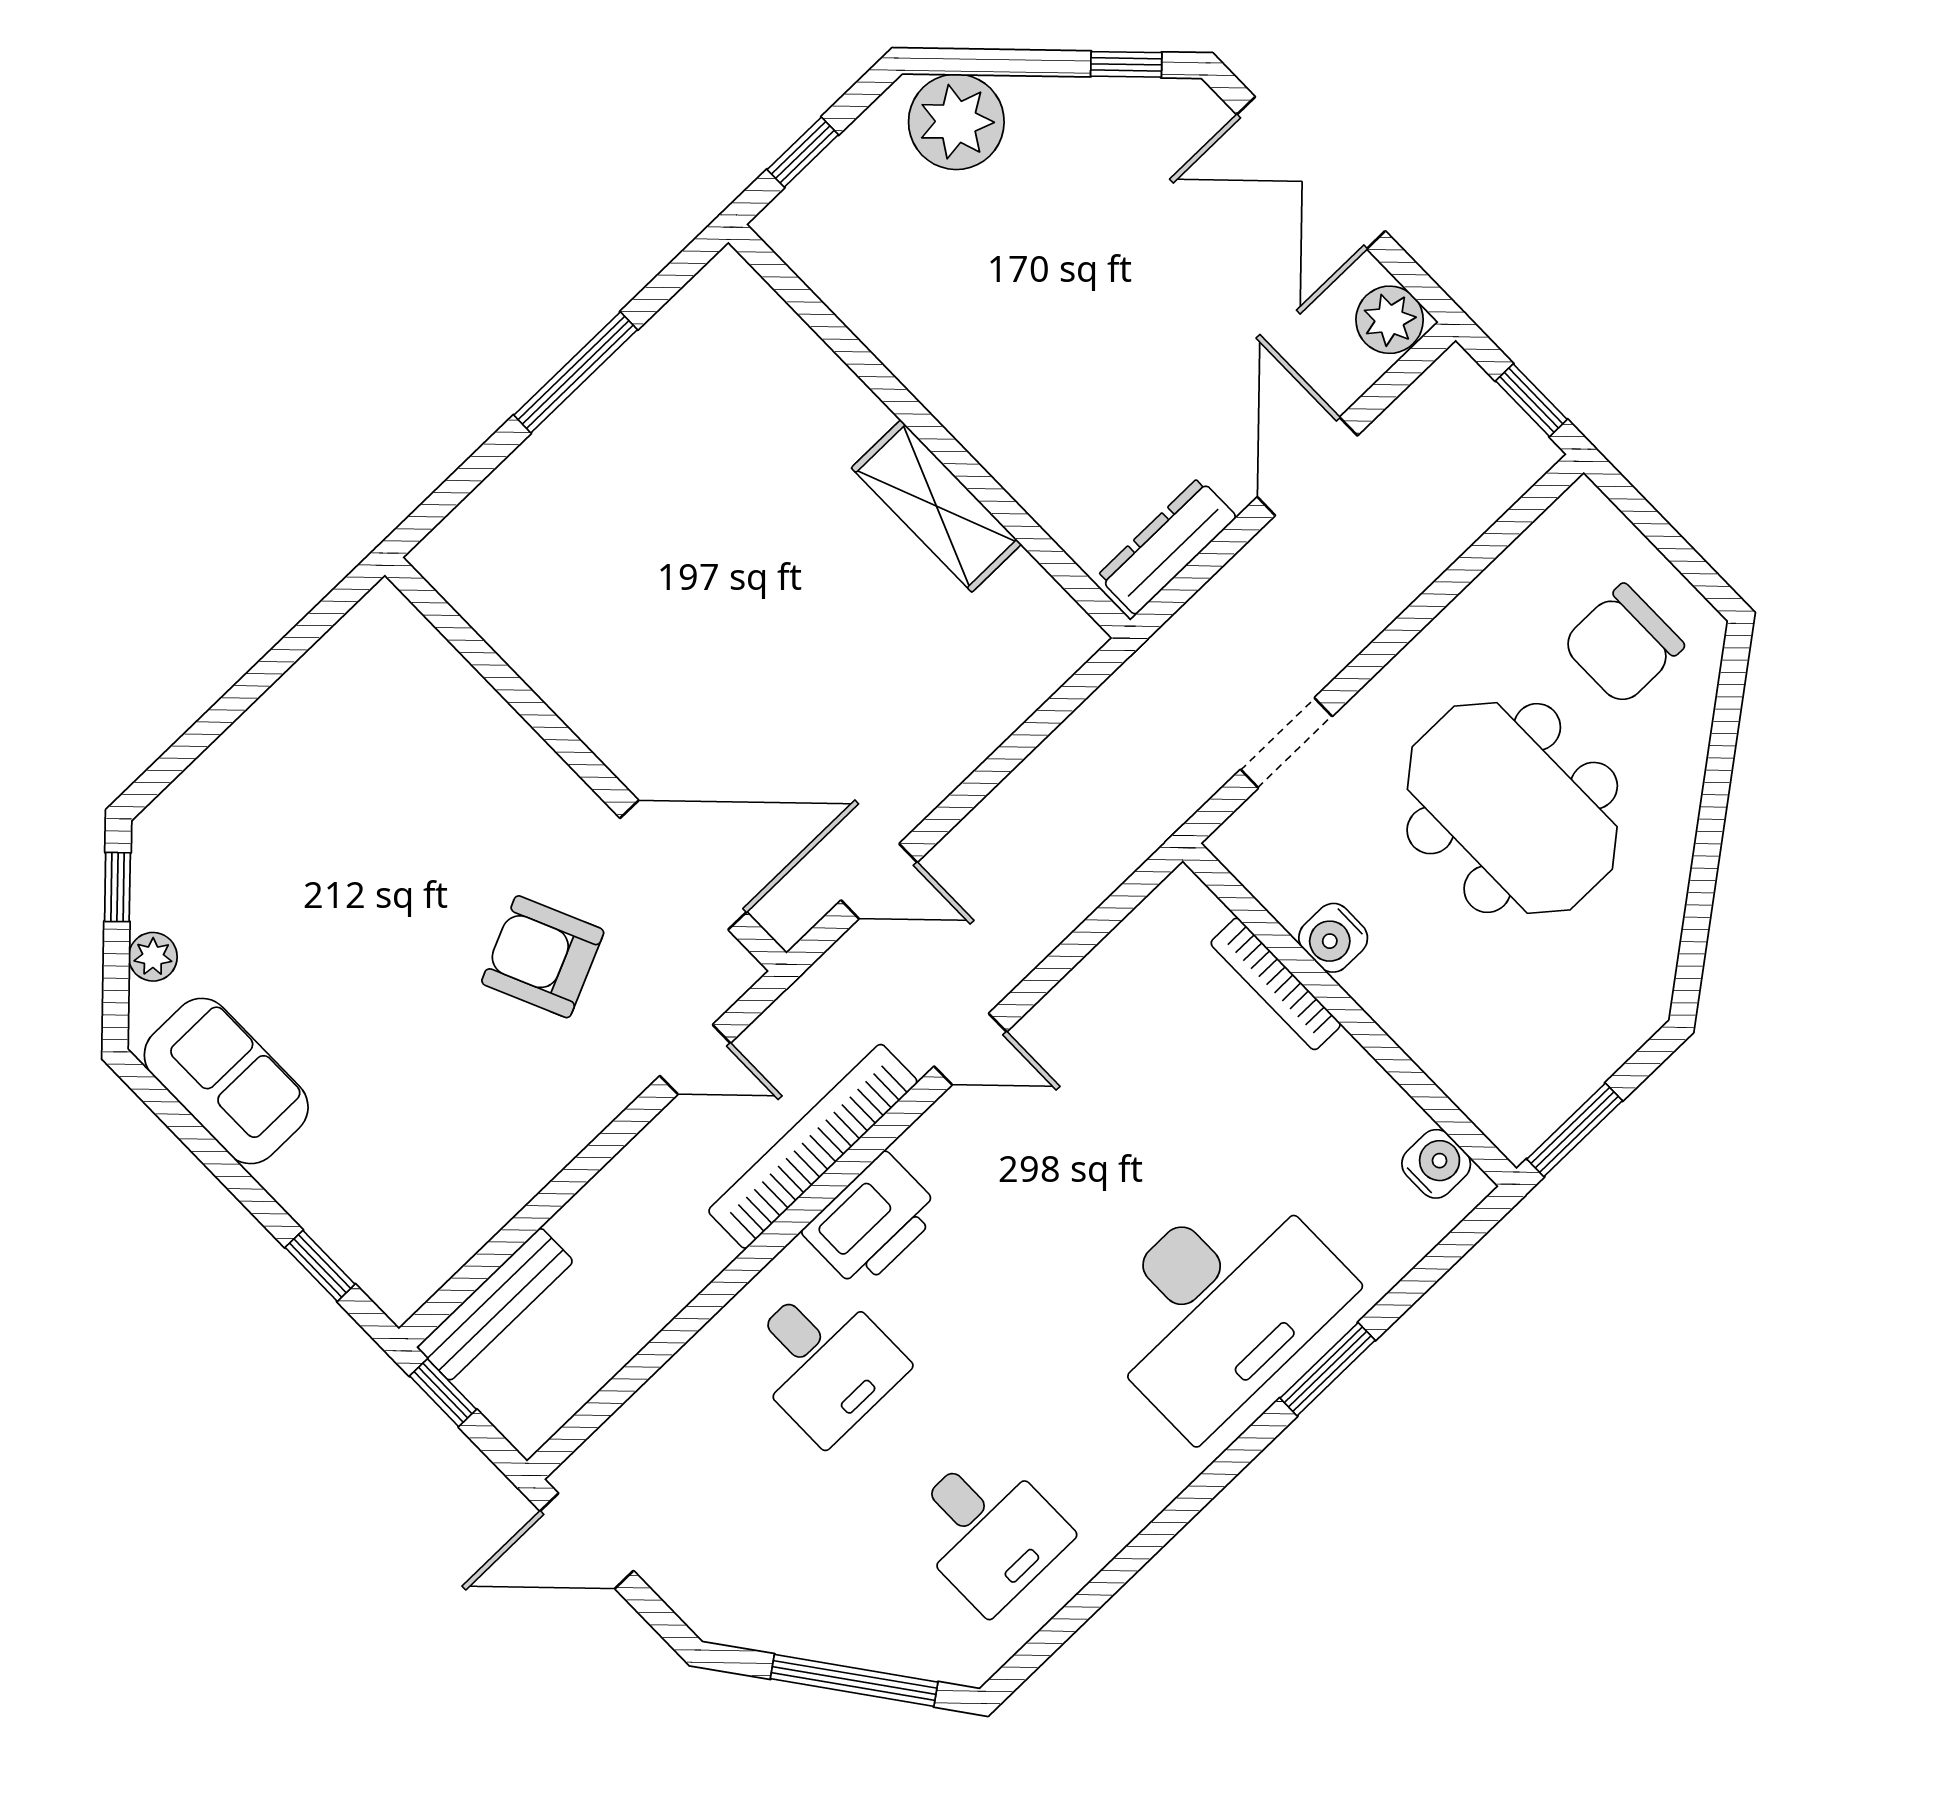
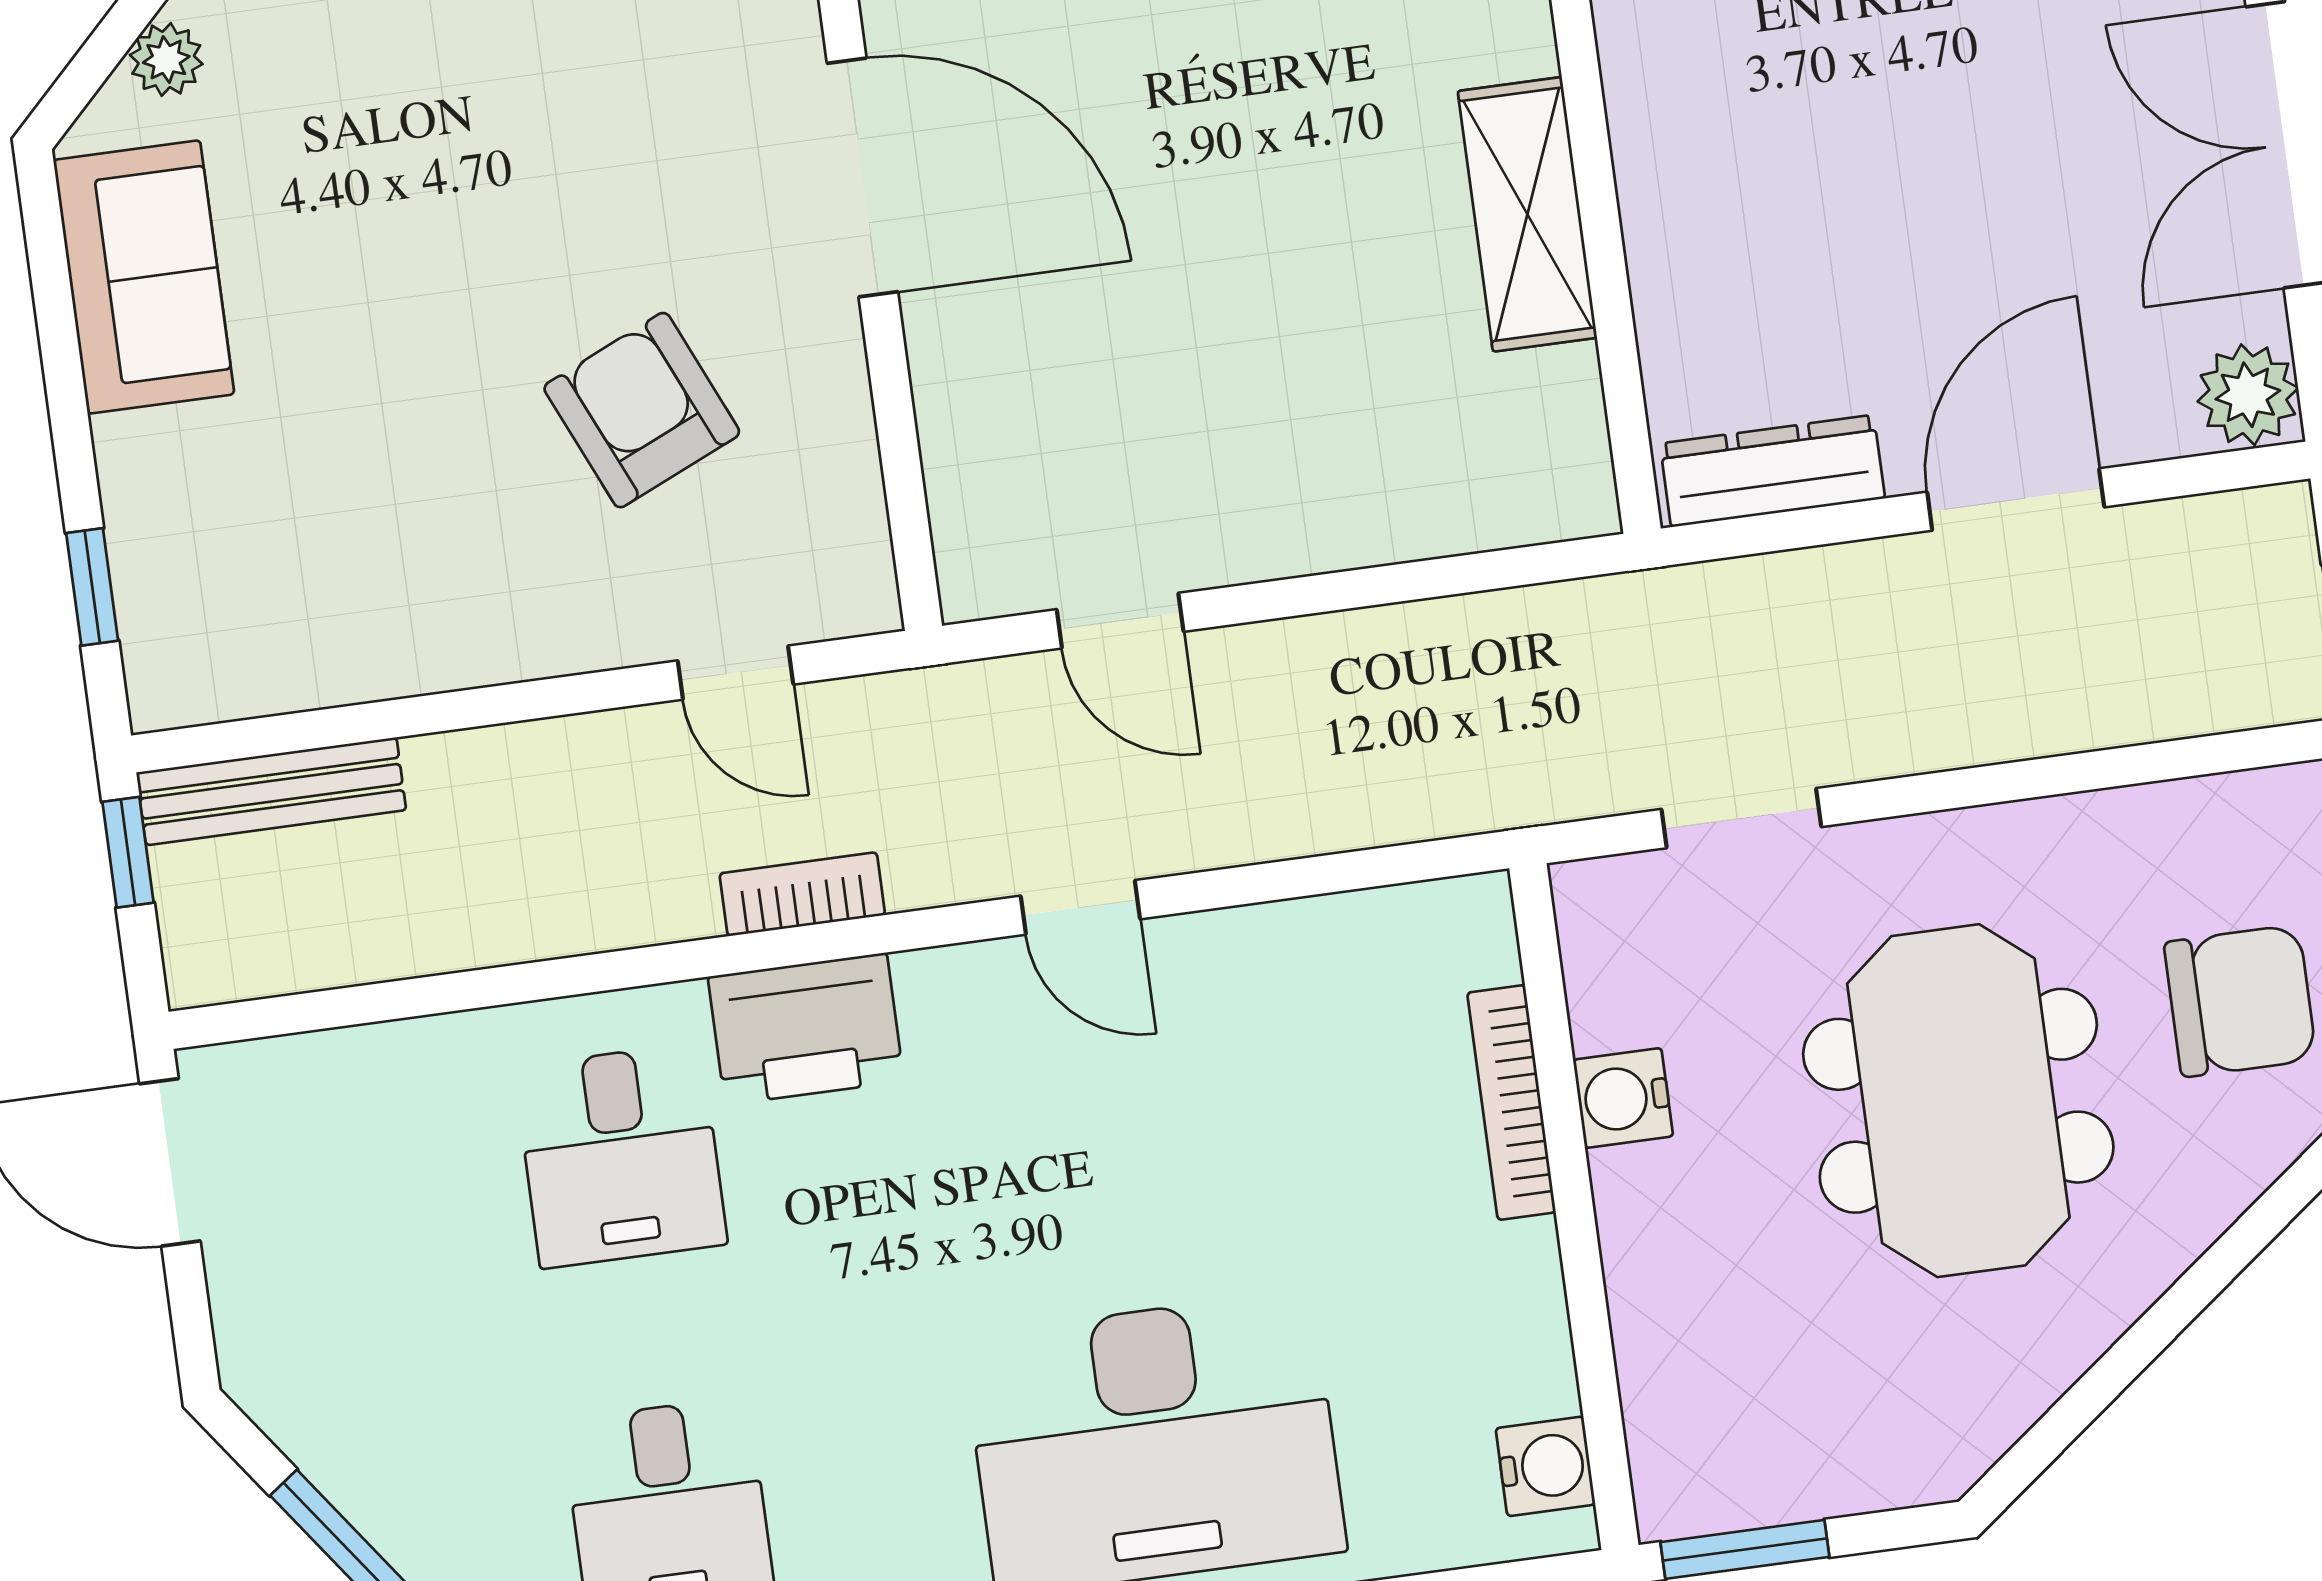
chair: (1623, 645) -> (2240, 1001), turned 180
door: (683, 865) -> (862, 178), moved
bookcase: (813, 1146) -> (802, 894), width x0.43, depth x0.76

